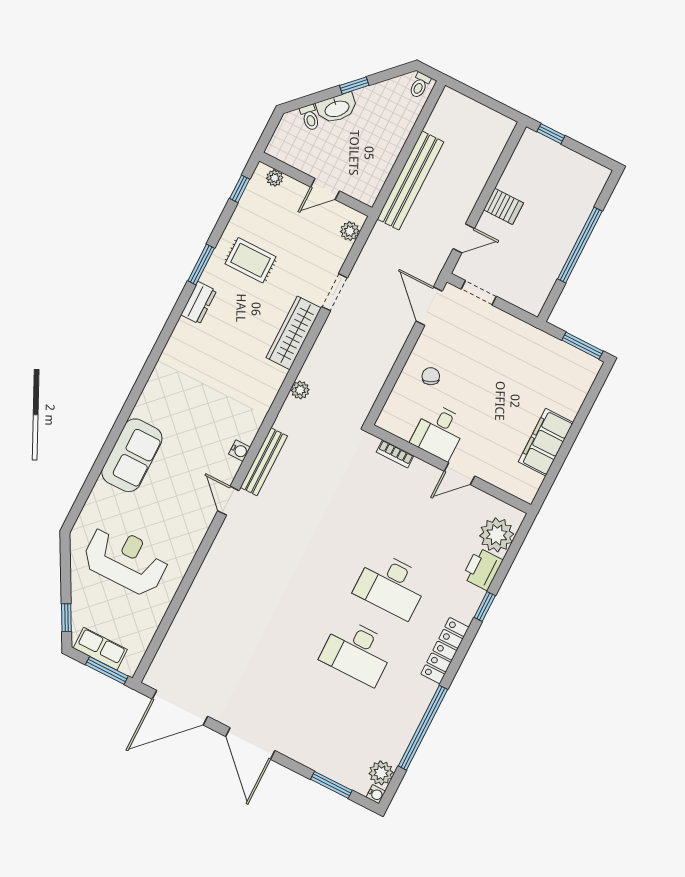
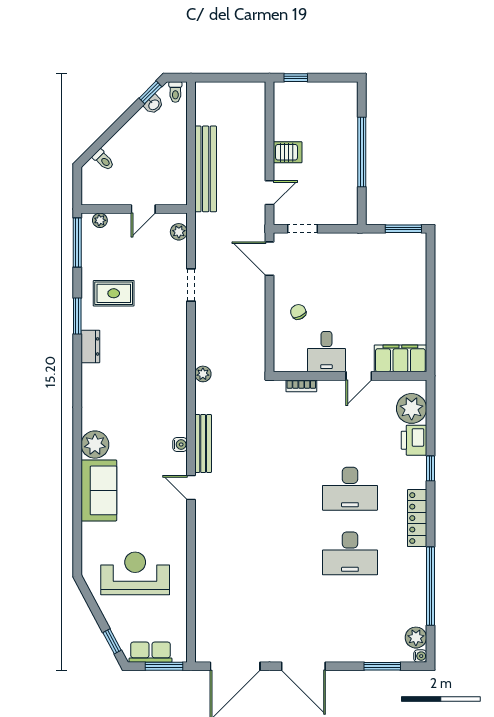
window: (354, 85) -> (150, 92), moved
washbasin: (337, 108) -> (154, 104), moved, width x0.52, depth x0.69
window: (240, 189) -> (77, 242), width x2.17
wardrobe: (294, 333) -> (175, 332), removed
plant: (152, 406) -> (95, 445), added
filing cabinet: (546, 442) -> (400, 358), moved, turned 90

